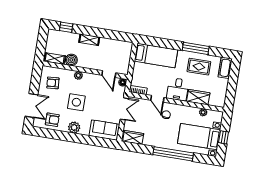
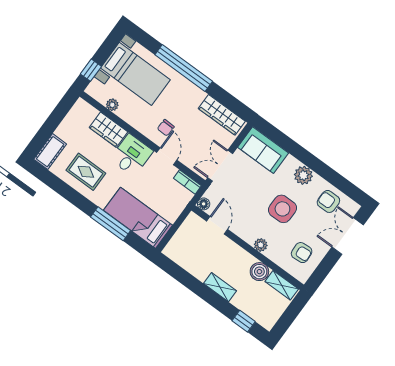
window: (196, 48) -> (111, 224), moved
wardrobe: (133, 137) -> (222, 115), width x1.50
window: (224, 137) -> (91, 70), moved

